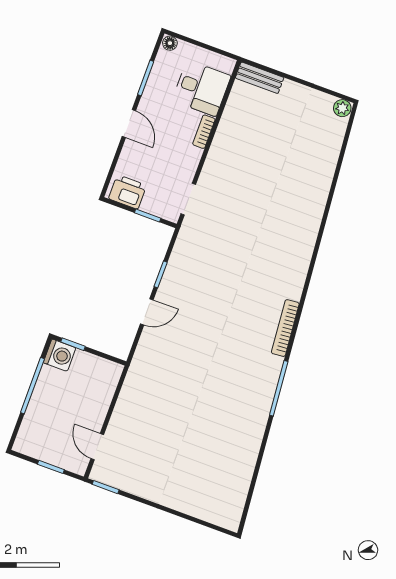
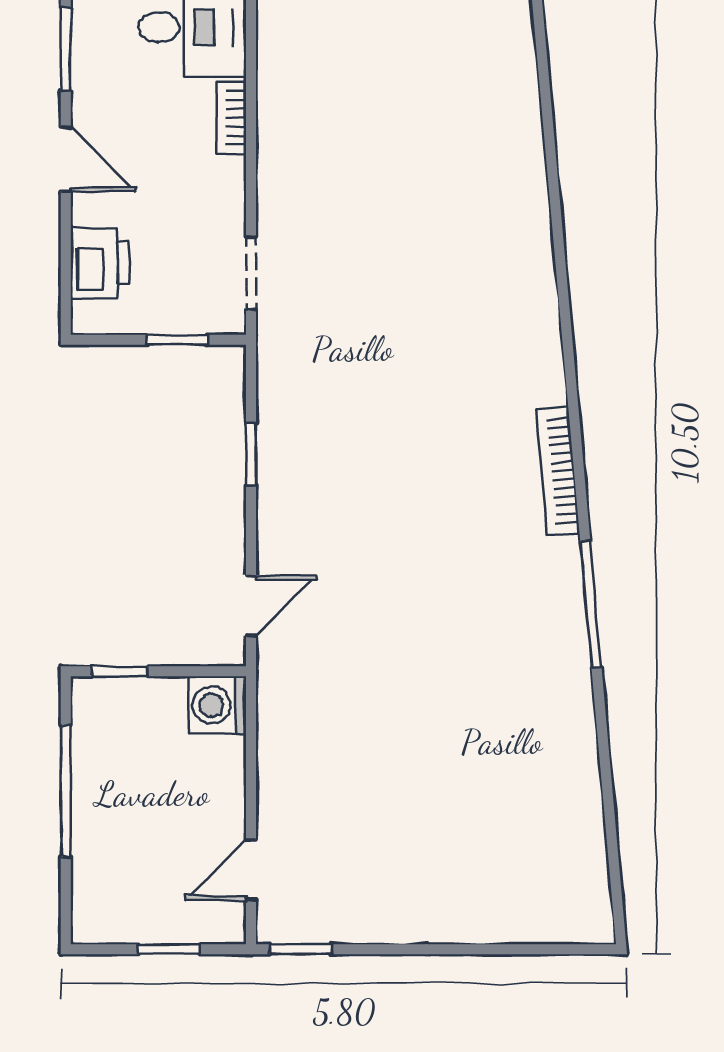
printer: (128, 192) -> (100, 263), moved, turned 90
door: (147, 312) -> (251, 606), moved
washing machine: (60, 355) -> (217, 705), moved, turned 180
door: (97, 447) -> (251, 870), hinge flipped

